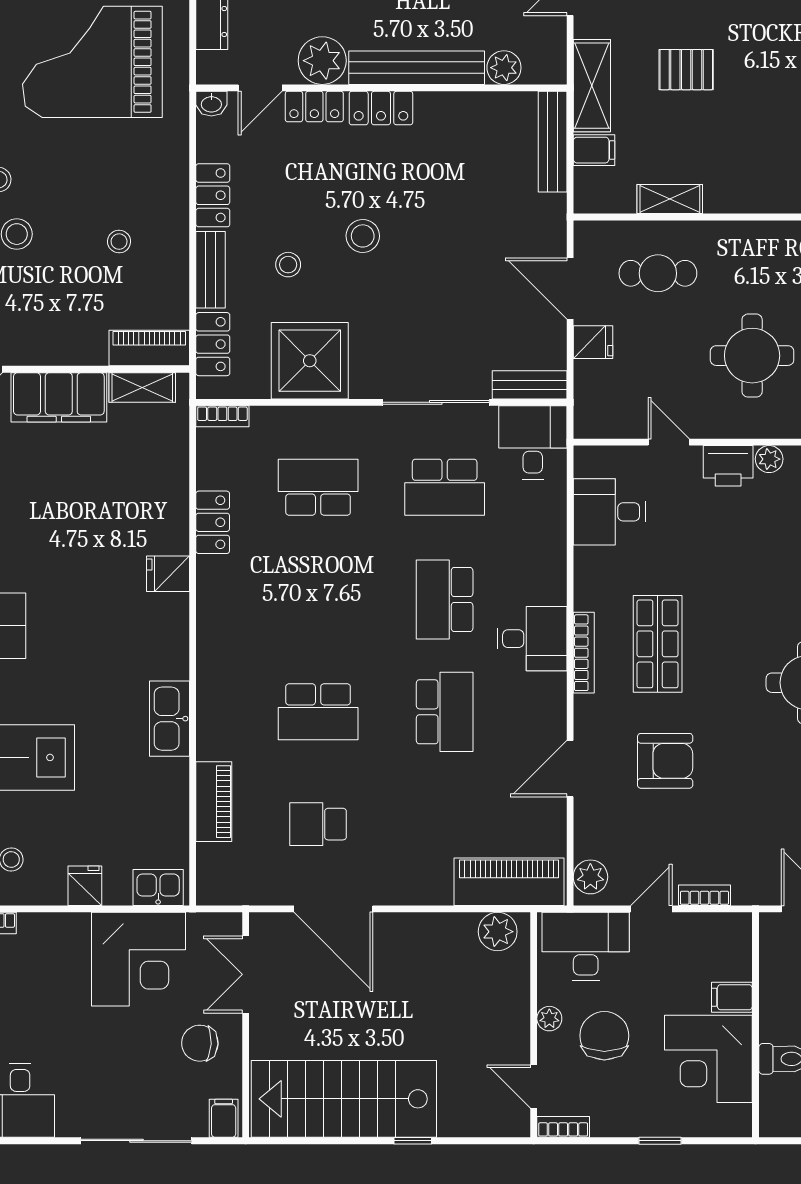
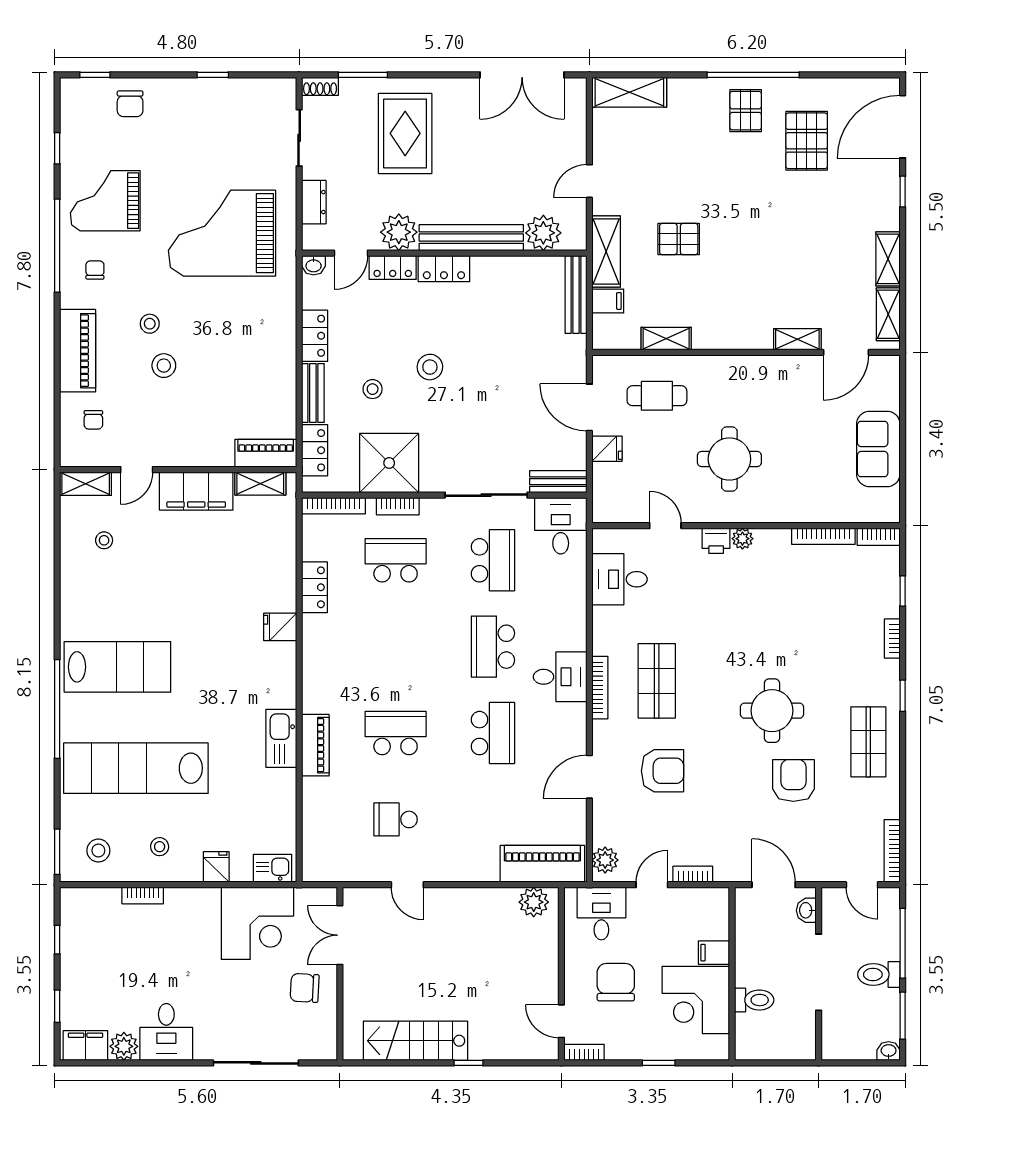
plant: (504, 68) -> (543, 233), width x1.36, depth x1.36
stool: (119, 242) -> (242, 371), removed
bookcase: (222, 416) -> (333, 506), width x1.56
bookcase: (321, 417) -> (398, 506), added
printer: (728, 466) -> (716, 541), width x0.73, depth x0.81
school desk: (445, 487) -> (493, 560), turned -90
school desk: (318, 712) -> (396, 733), turned 180
piano: (214, 802) -> (315, 745), moved
door: (333, 909) -> (407, 885), width x0.53
desk: (586, 946) -> (601, 914), width x0.73
plant: (549, 1019) -> (573, 969), removed
stairs: (344, 1099) -> (415, 1041), width x0.73, depth x0.66
filing cabinet: (224, 1118) -> (323, 1046), removed

